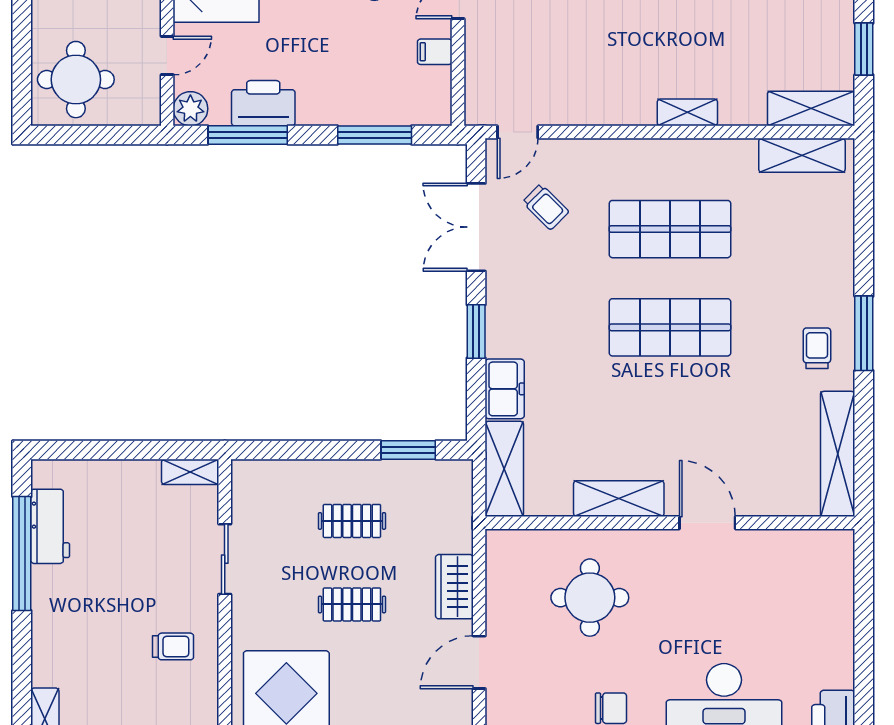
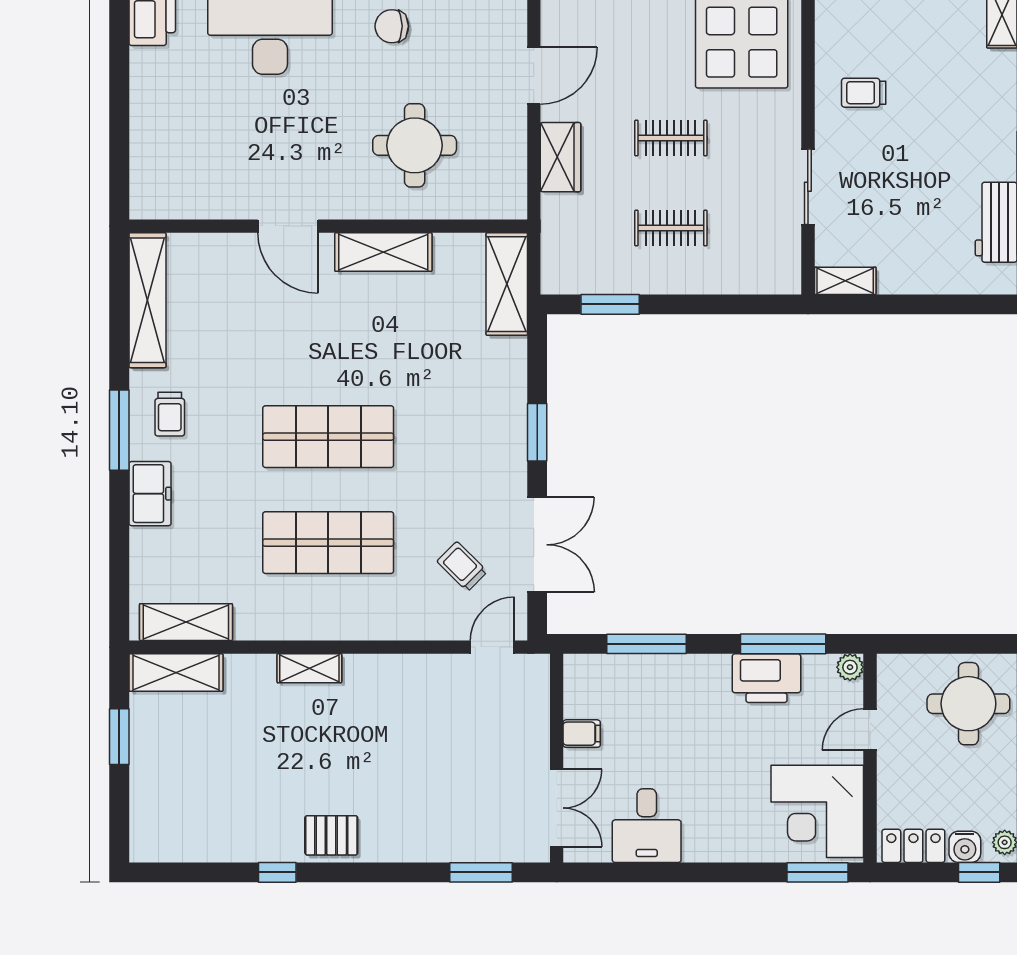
plant: (190, 109) -> (850, 667), width x0.73, depth x0.73
freezer: (505, 389) -> (150, 494), moved, turned 180

